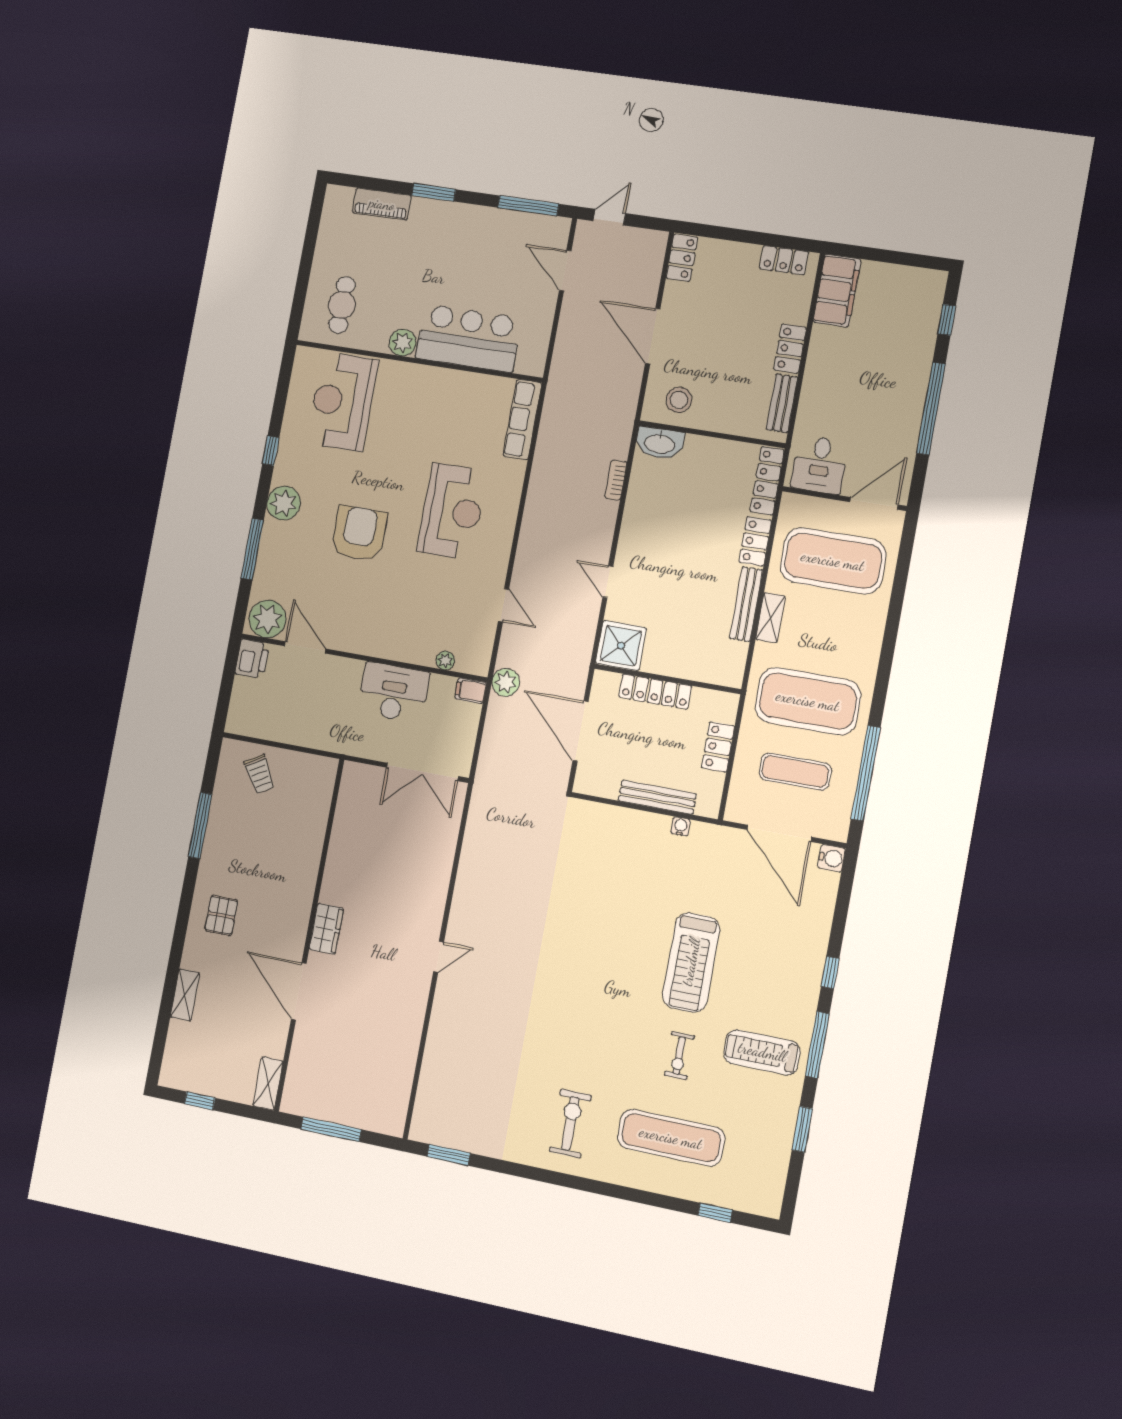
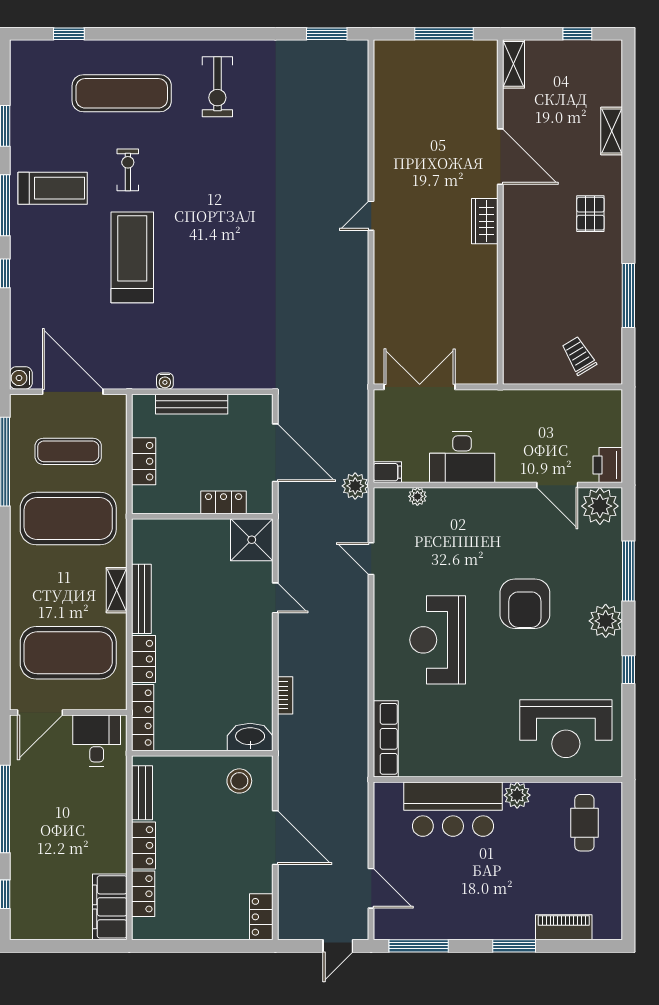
locker: (784, 260) -> (143, 894), moved, turned 90
reception desk: (342, 402) -> (566, 729), turned 90
locker: (655, 692) -> (224, 502), width x0.66

